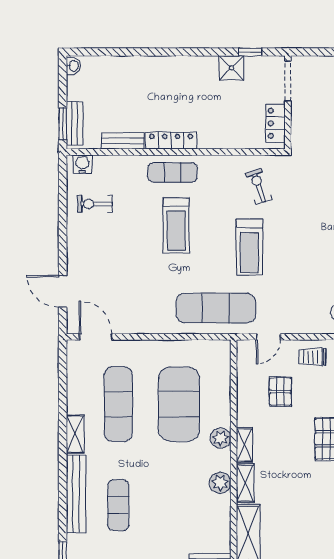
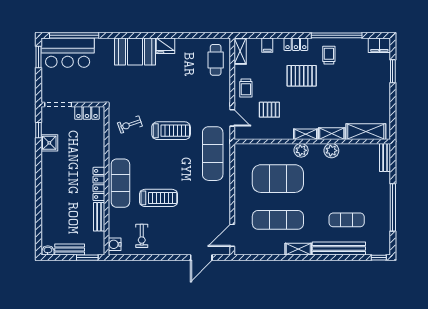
bench: (75, 123) -> (70, 249), moved
exercise mat: (172, 172) -> (120, 183), width x1.36, depth x1.45
treadmill: (176, 225) -> (159, 198), moved

